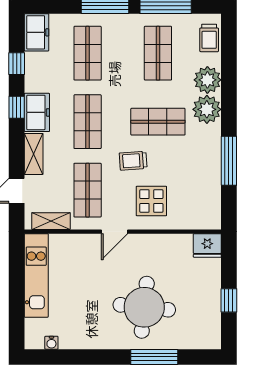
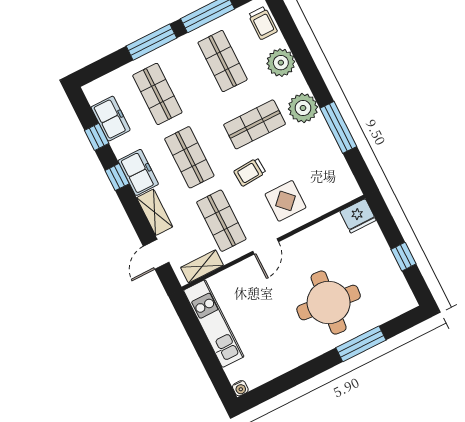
freezer: (37, 32) -> (111, 119), moved
plant: (207, 109) -> (303, 108), moved
water cooler: (51, 343) -> (240, 388), moved

